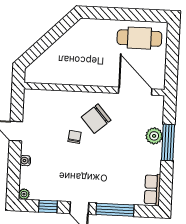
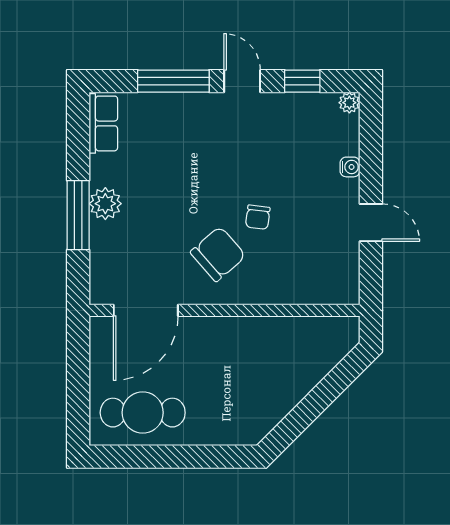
door: (135, 91) -> (146, 310), hinge flipped
plant: (154, 136) -> (105, 204), moved

